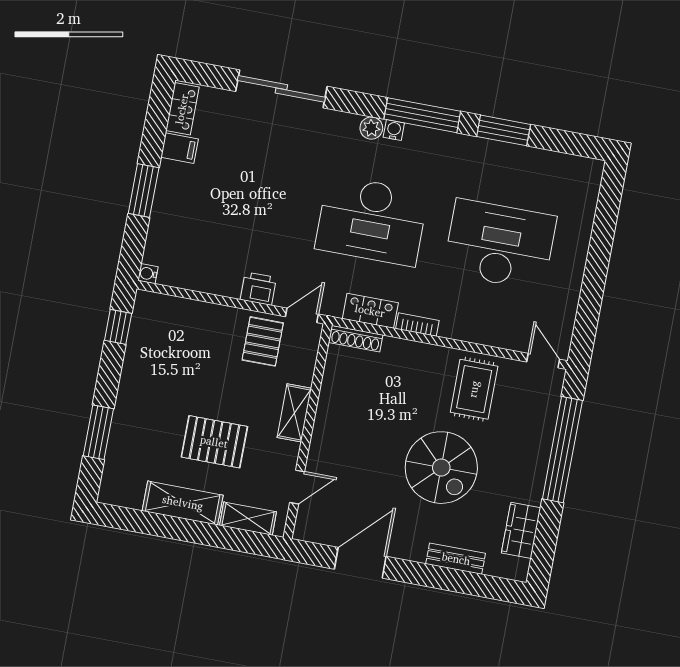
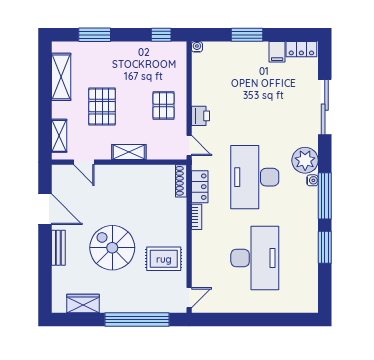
plant: (371, 128) -> (305, 160), width x1.88, depth x1.88
pallet: (263, 341) -> (163, 105), moved, turned 90
spiral stairs: (441, 468) -> (112, 248), turned 90
shelving: (183, 503) -> (61, 77), moved
bench: (456, 559) -> (58, 248), moved

